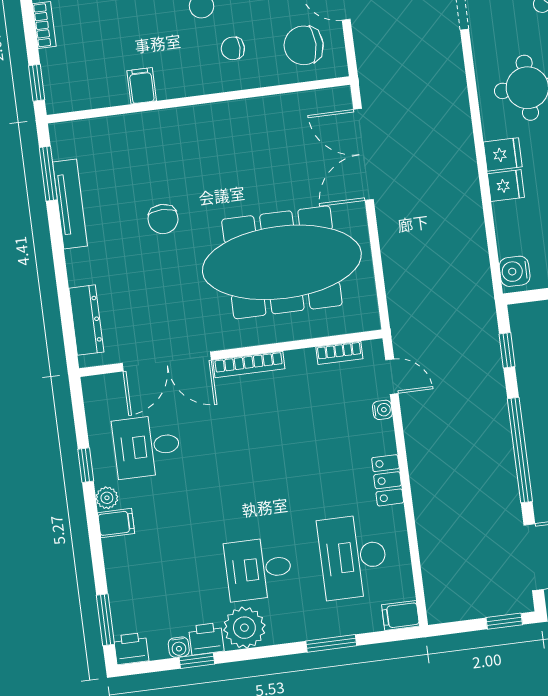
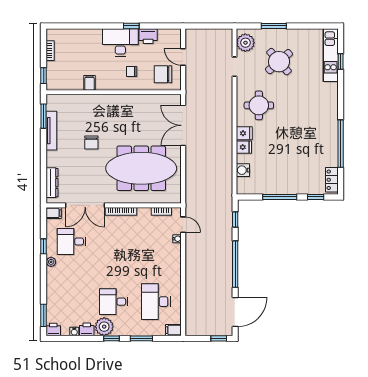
water cooler: (515, 271) -> (243, 170), moved
locker: (388, 480) -> (175, 270), removed
filing cabinet: (116, 523) -> (54, 213), moved
window: (197, 661) -> (111, 338), moved

